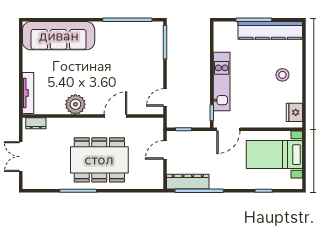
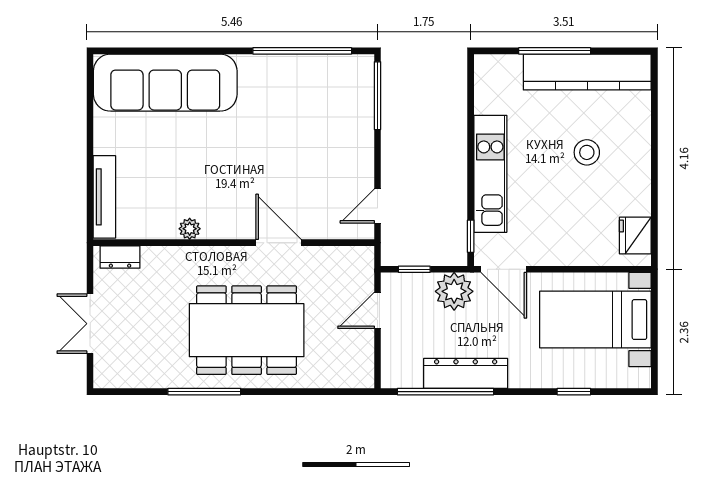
stool: (282, 75) -> (587, 152), moved
plant: (75, 104) -> (190, 229), width x0.53, depth x0.53
door: (115, 116) -> (279, 243), hinge flipped
door: (228, 129) -> (504, 269), hinge flipped
plant: (203, 140) -> (454, 291), added
dresser: (188, 182) -> (466, 373), moved

